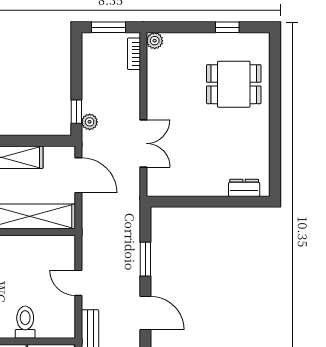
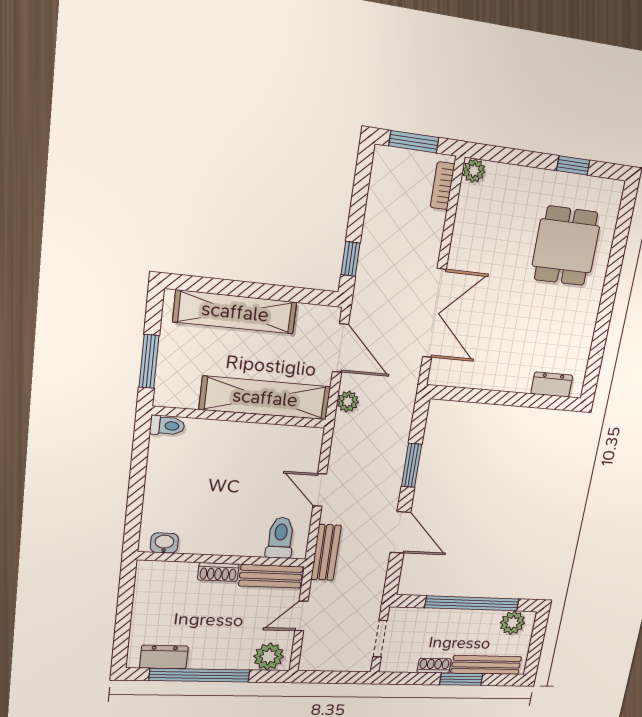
dining table: (234, 84) -> (566, 246), turned 90
plant: (90, 122) -> (348, 401), moved
double door: (143, 143) -> (434, 313), width x1.37
toilet: (25, 322) -> (280, 538), moved

